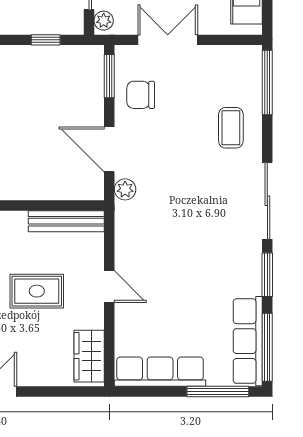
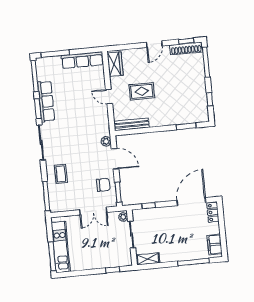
row of seats: (248, 341) -> (46, 101), moved

